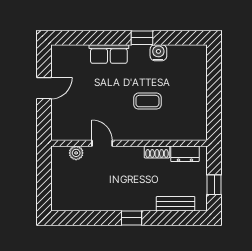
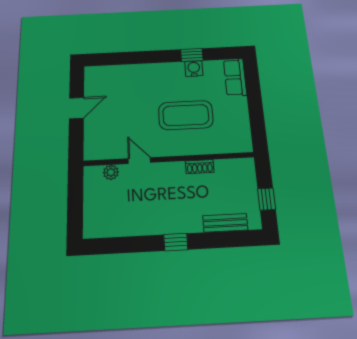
window: (142, 38) -> (192, 55), moved
row of seats: (109, 54) -> (235, 77), moved, turned 90
coffee table: (147, 101) -> (186, 115), width x1.86, depth x1.72
dresser: (185, 154) -> (231, 167), removed

